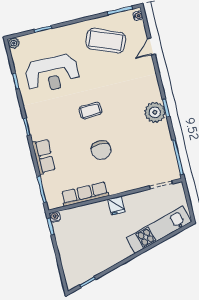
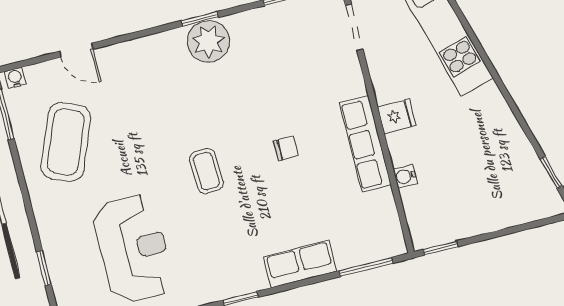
chair: (101, 150) -> (286, 148), width x0.54, depth x0.54
row of seats: (85, 194) -> (365, 144), moved
water cooler: (55, 217) -> (405, 176), moved

